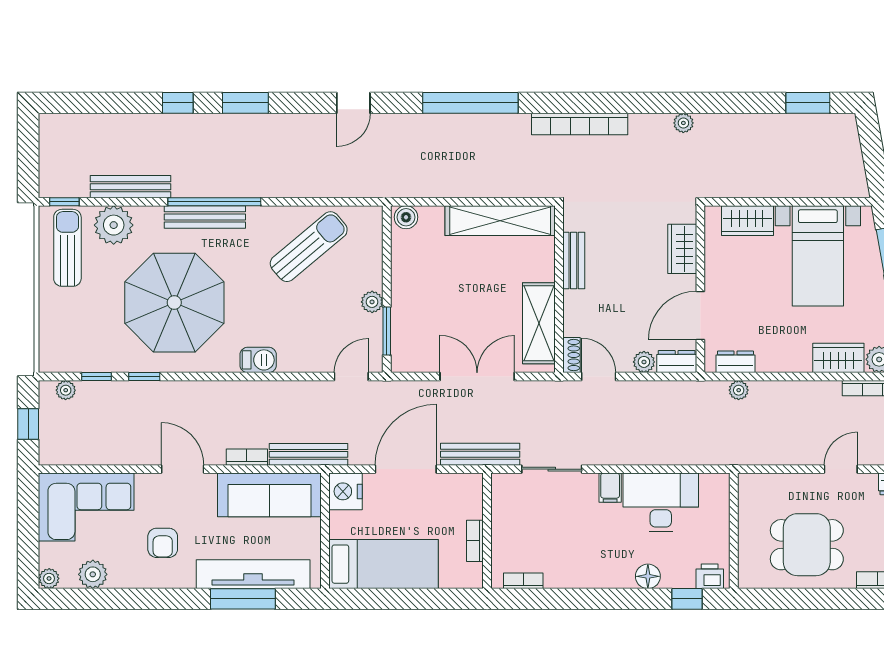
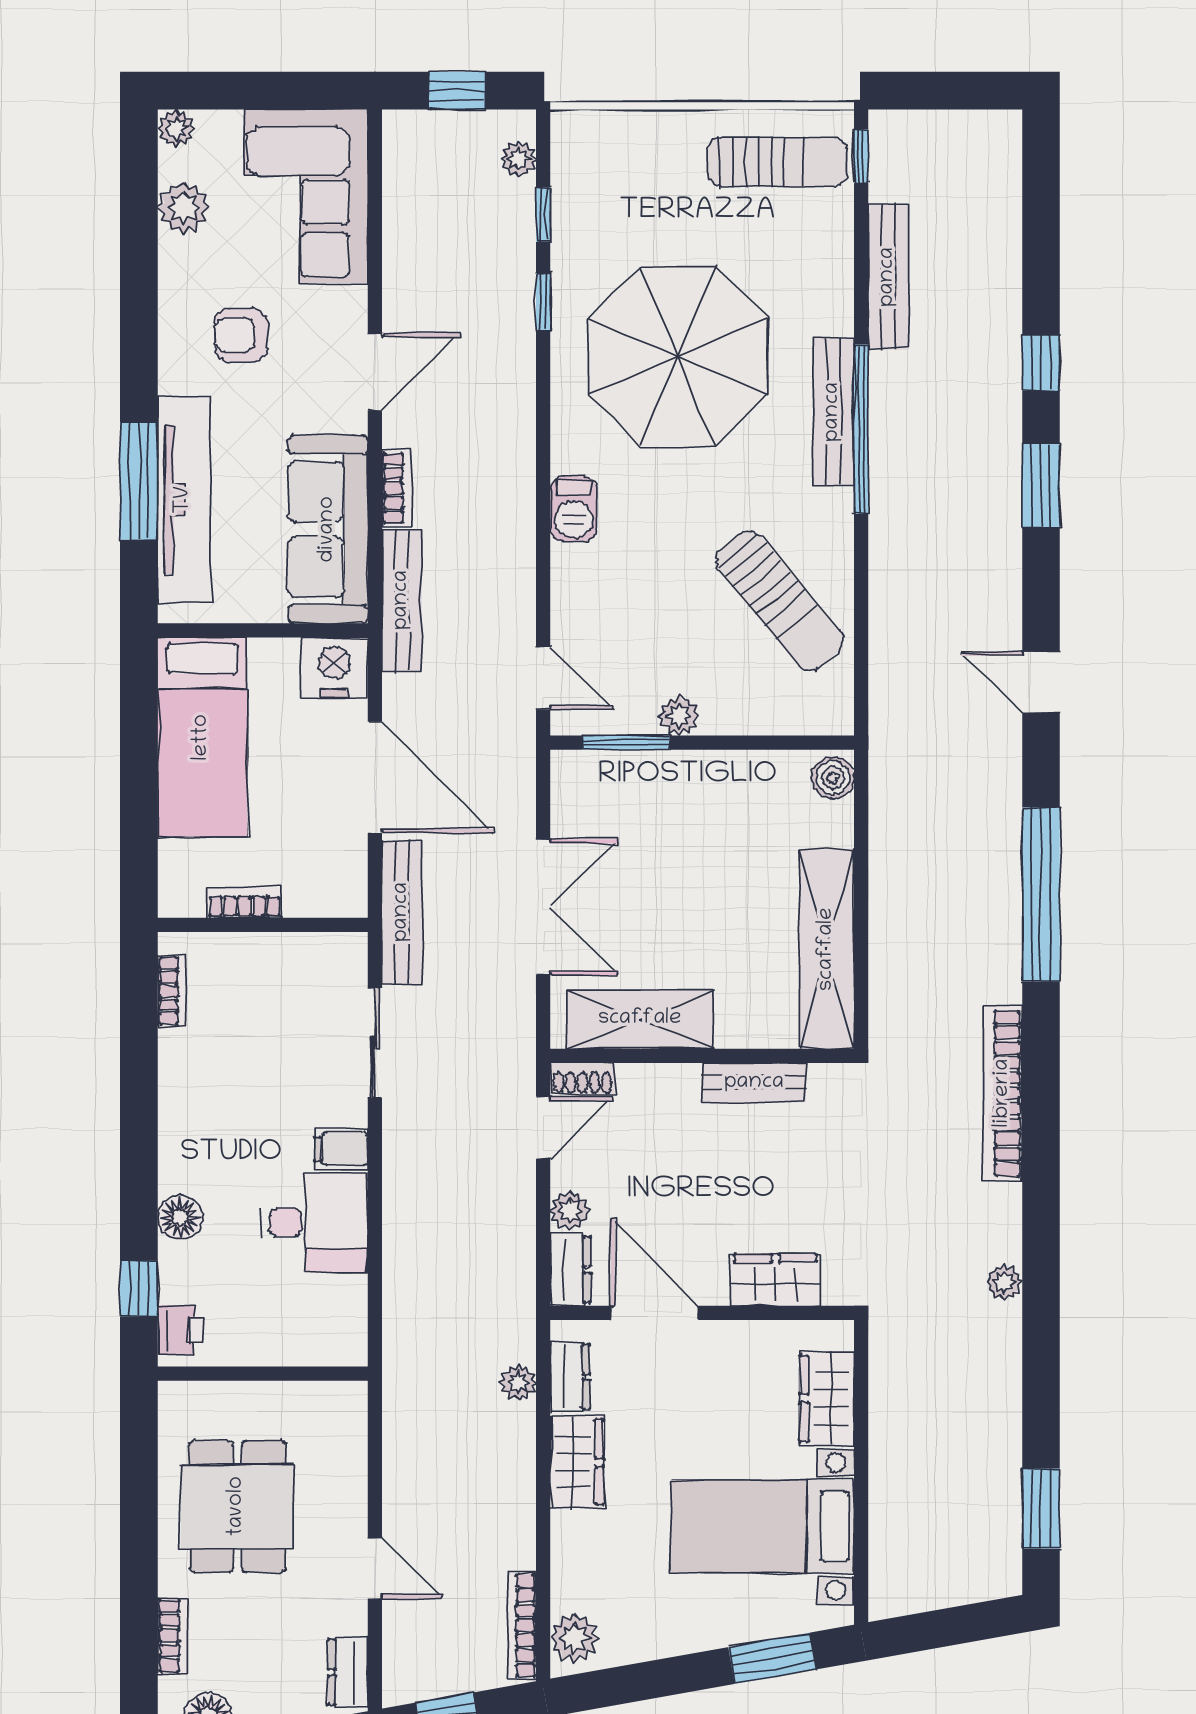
plant: (114, 225) -> (819, 246), removed
wardrobe: (838, 358) -> (577, 1462), moved
desk: (661, 502) -> (314, 1222), width x0.73

